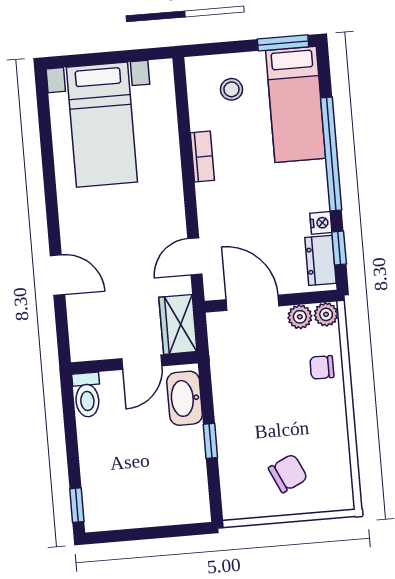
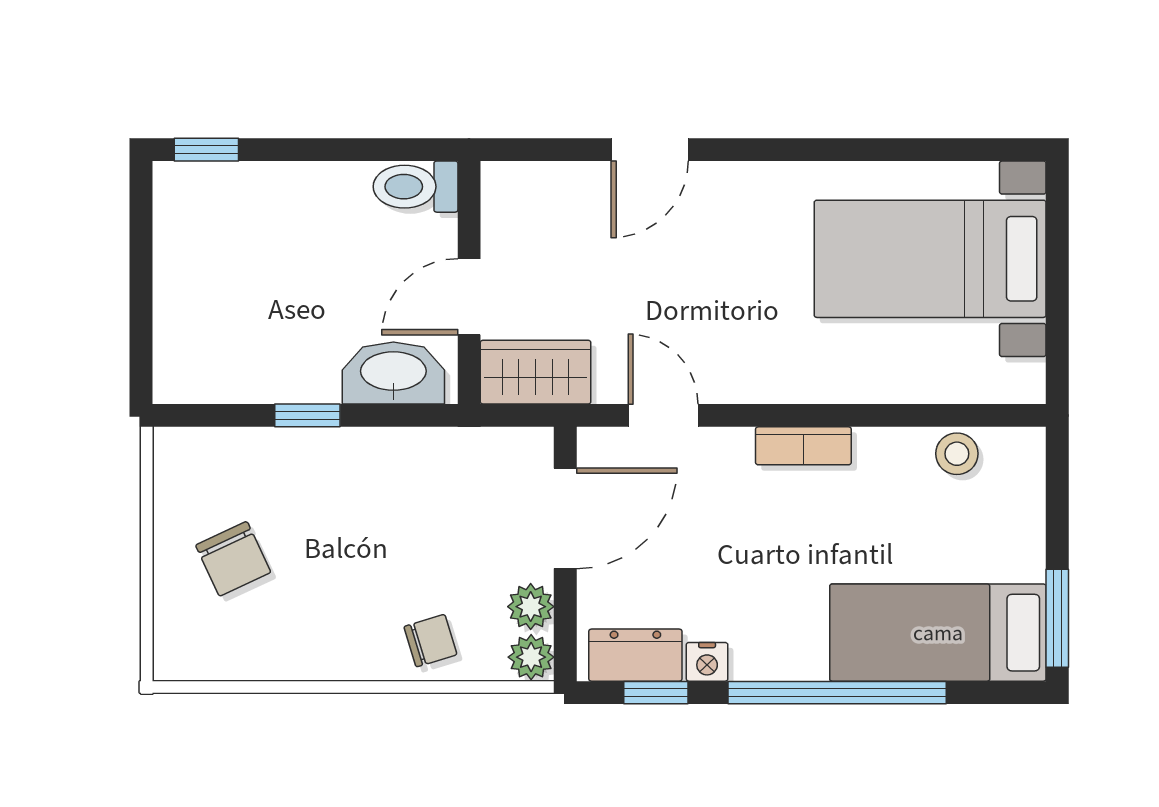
stool: (231, 89) -> (957, 454), moved
bookcase: (202, 157) -> (803, 446), moved
door: (142, 362) -> (469, 297), hinge flipped
chair: (322, 367) -> (430, 641), turned 73

